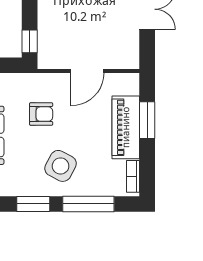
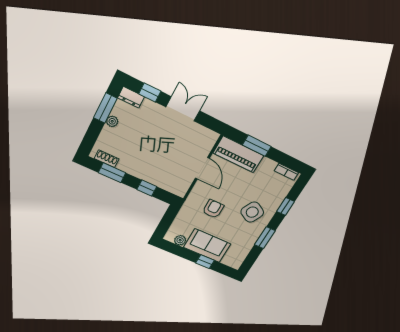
window: (30, 41) -> (147, 188), moved
piano: (126, 127) -> (238, 154), moved
window: (88, 204) -> (286, 207), width x0.46

